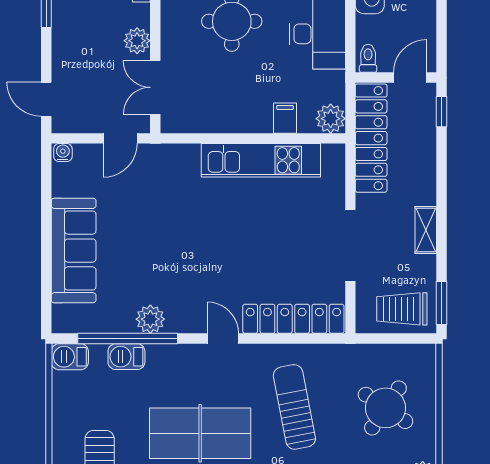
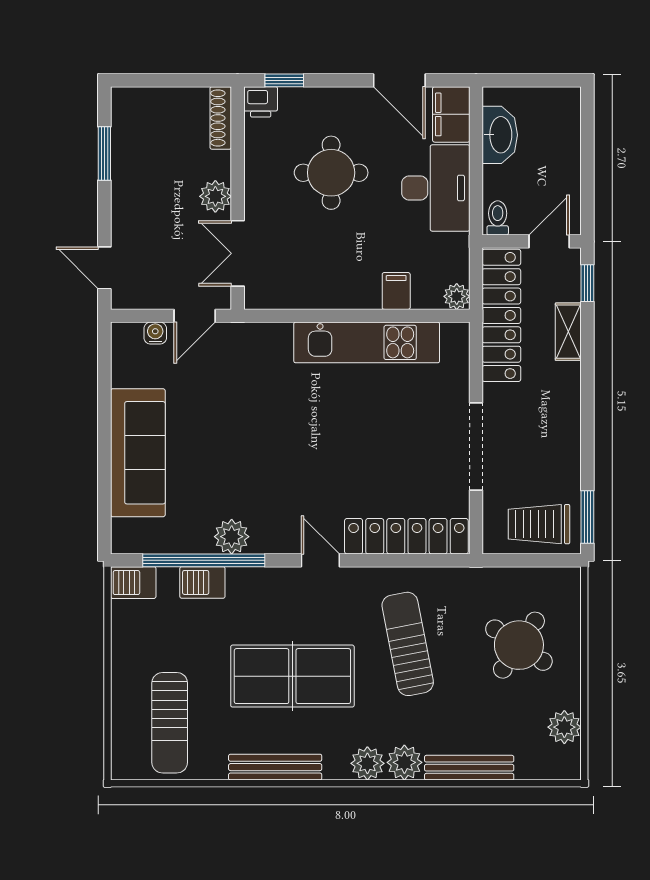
plant: (331, 119) -> (457, 296), width x0.73, depth x0.73
water cooler: (63, 153) -> (155, 333), moved
shelving: (426, 230) -> (568, 332), moved

